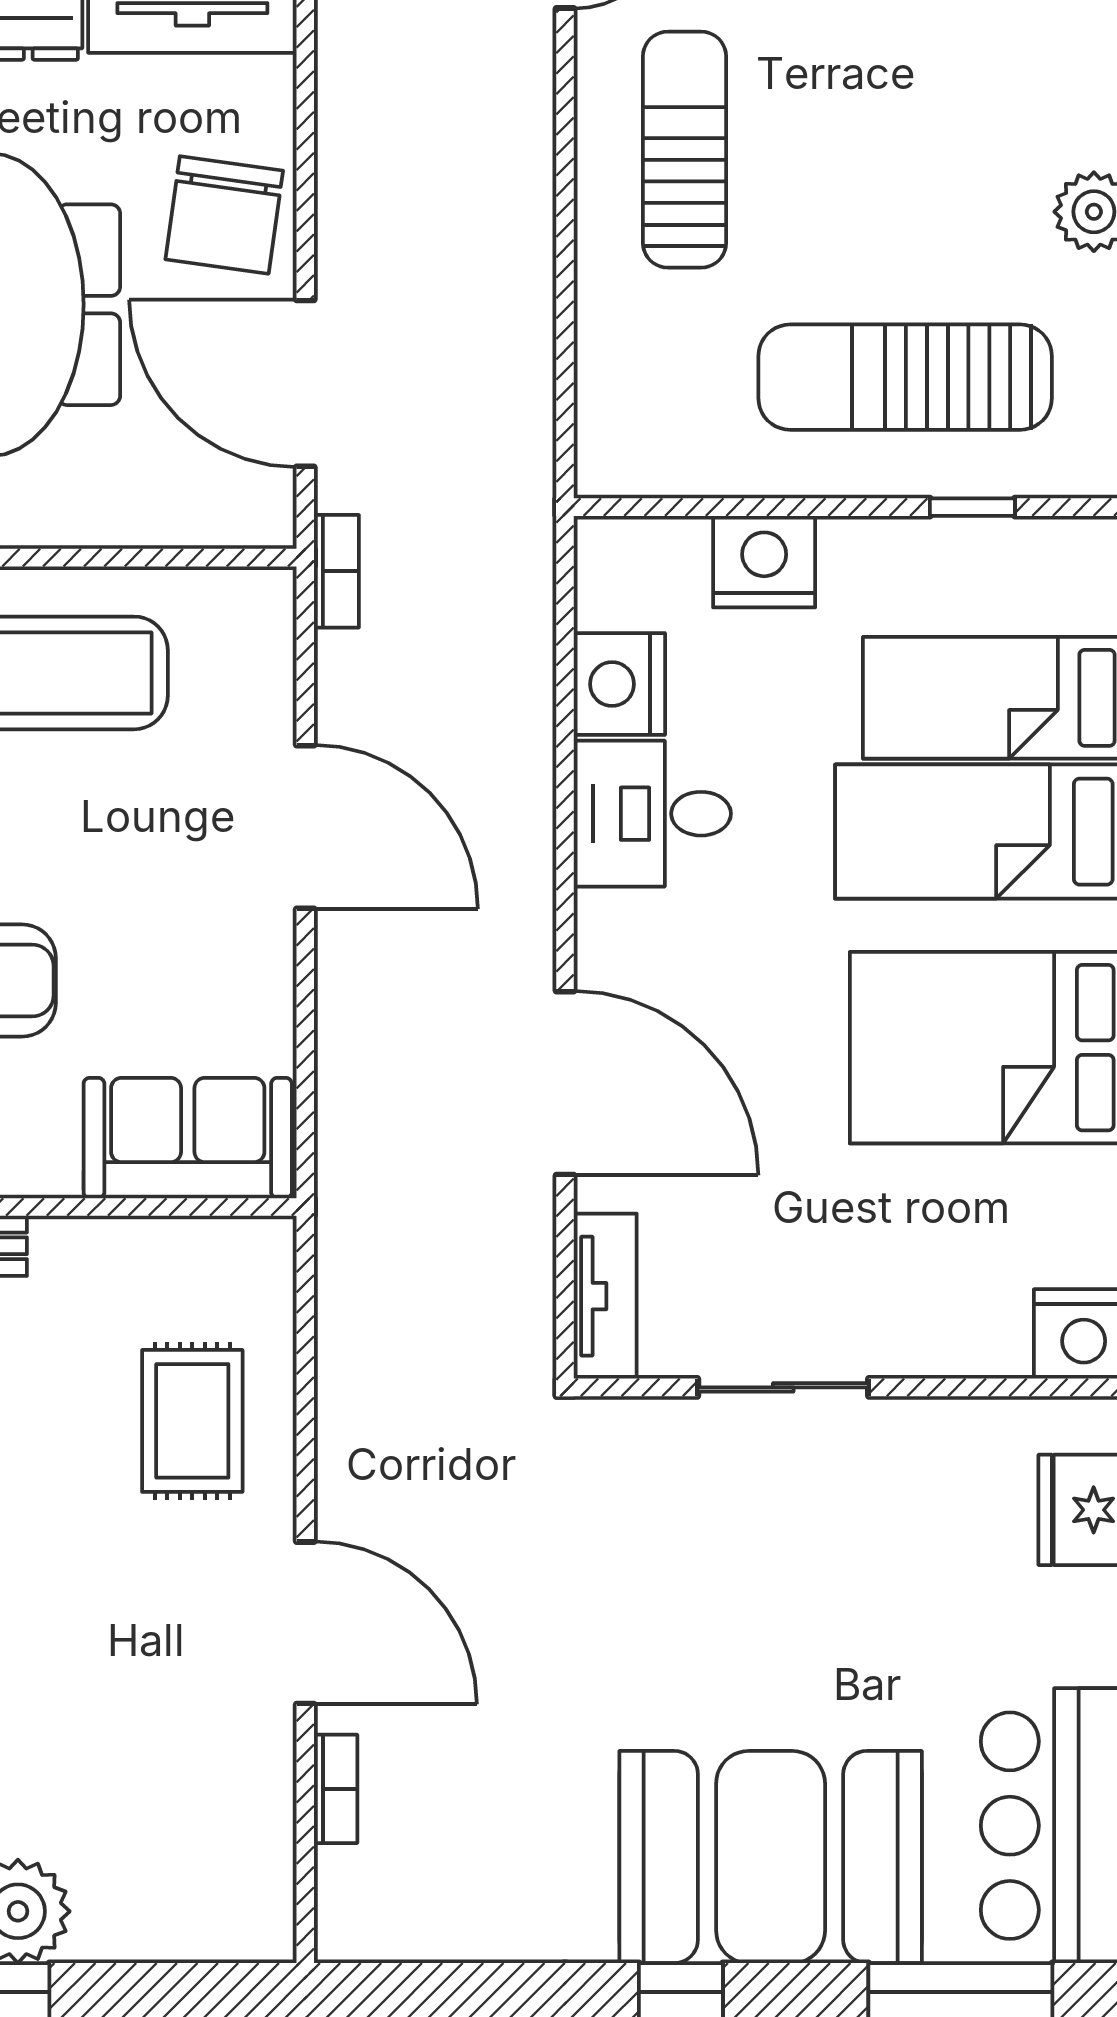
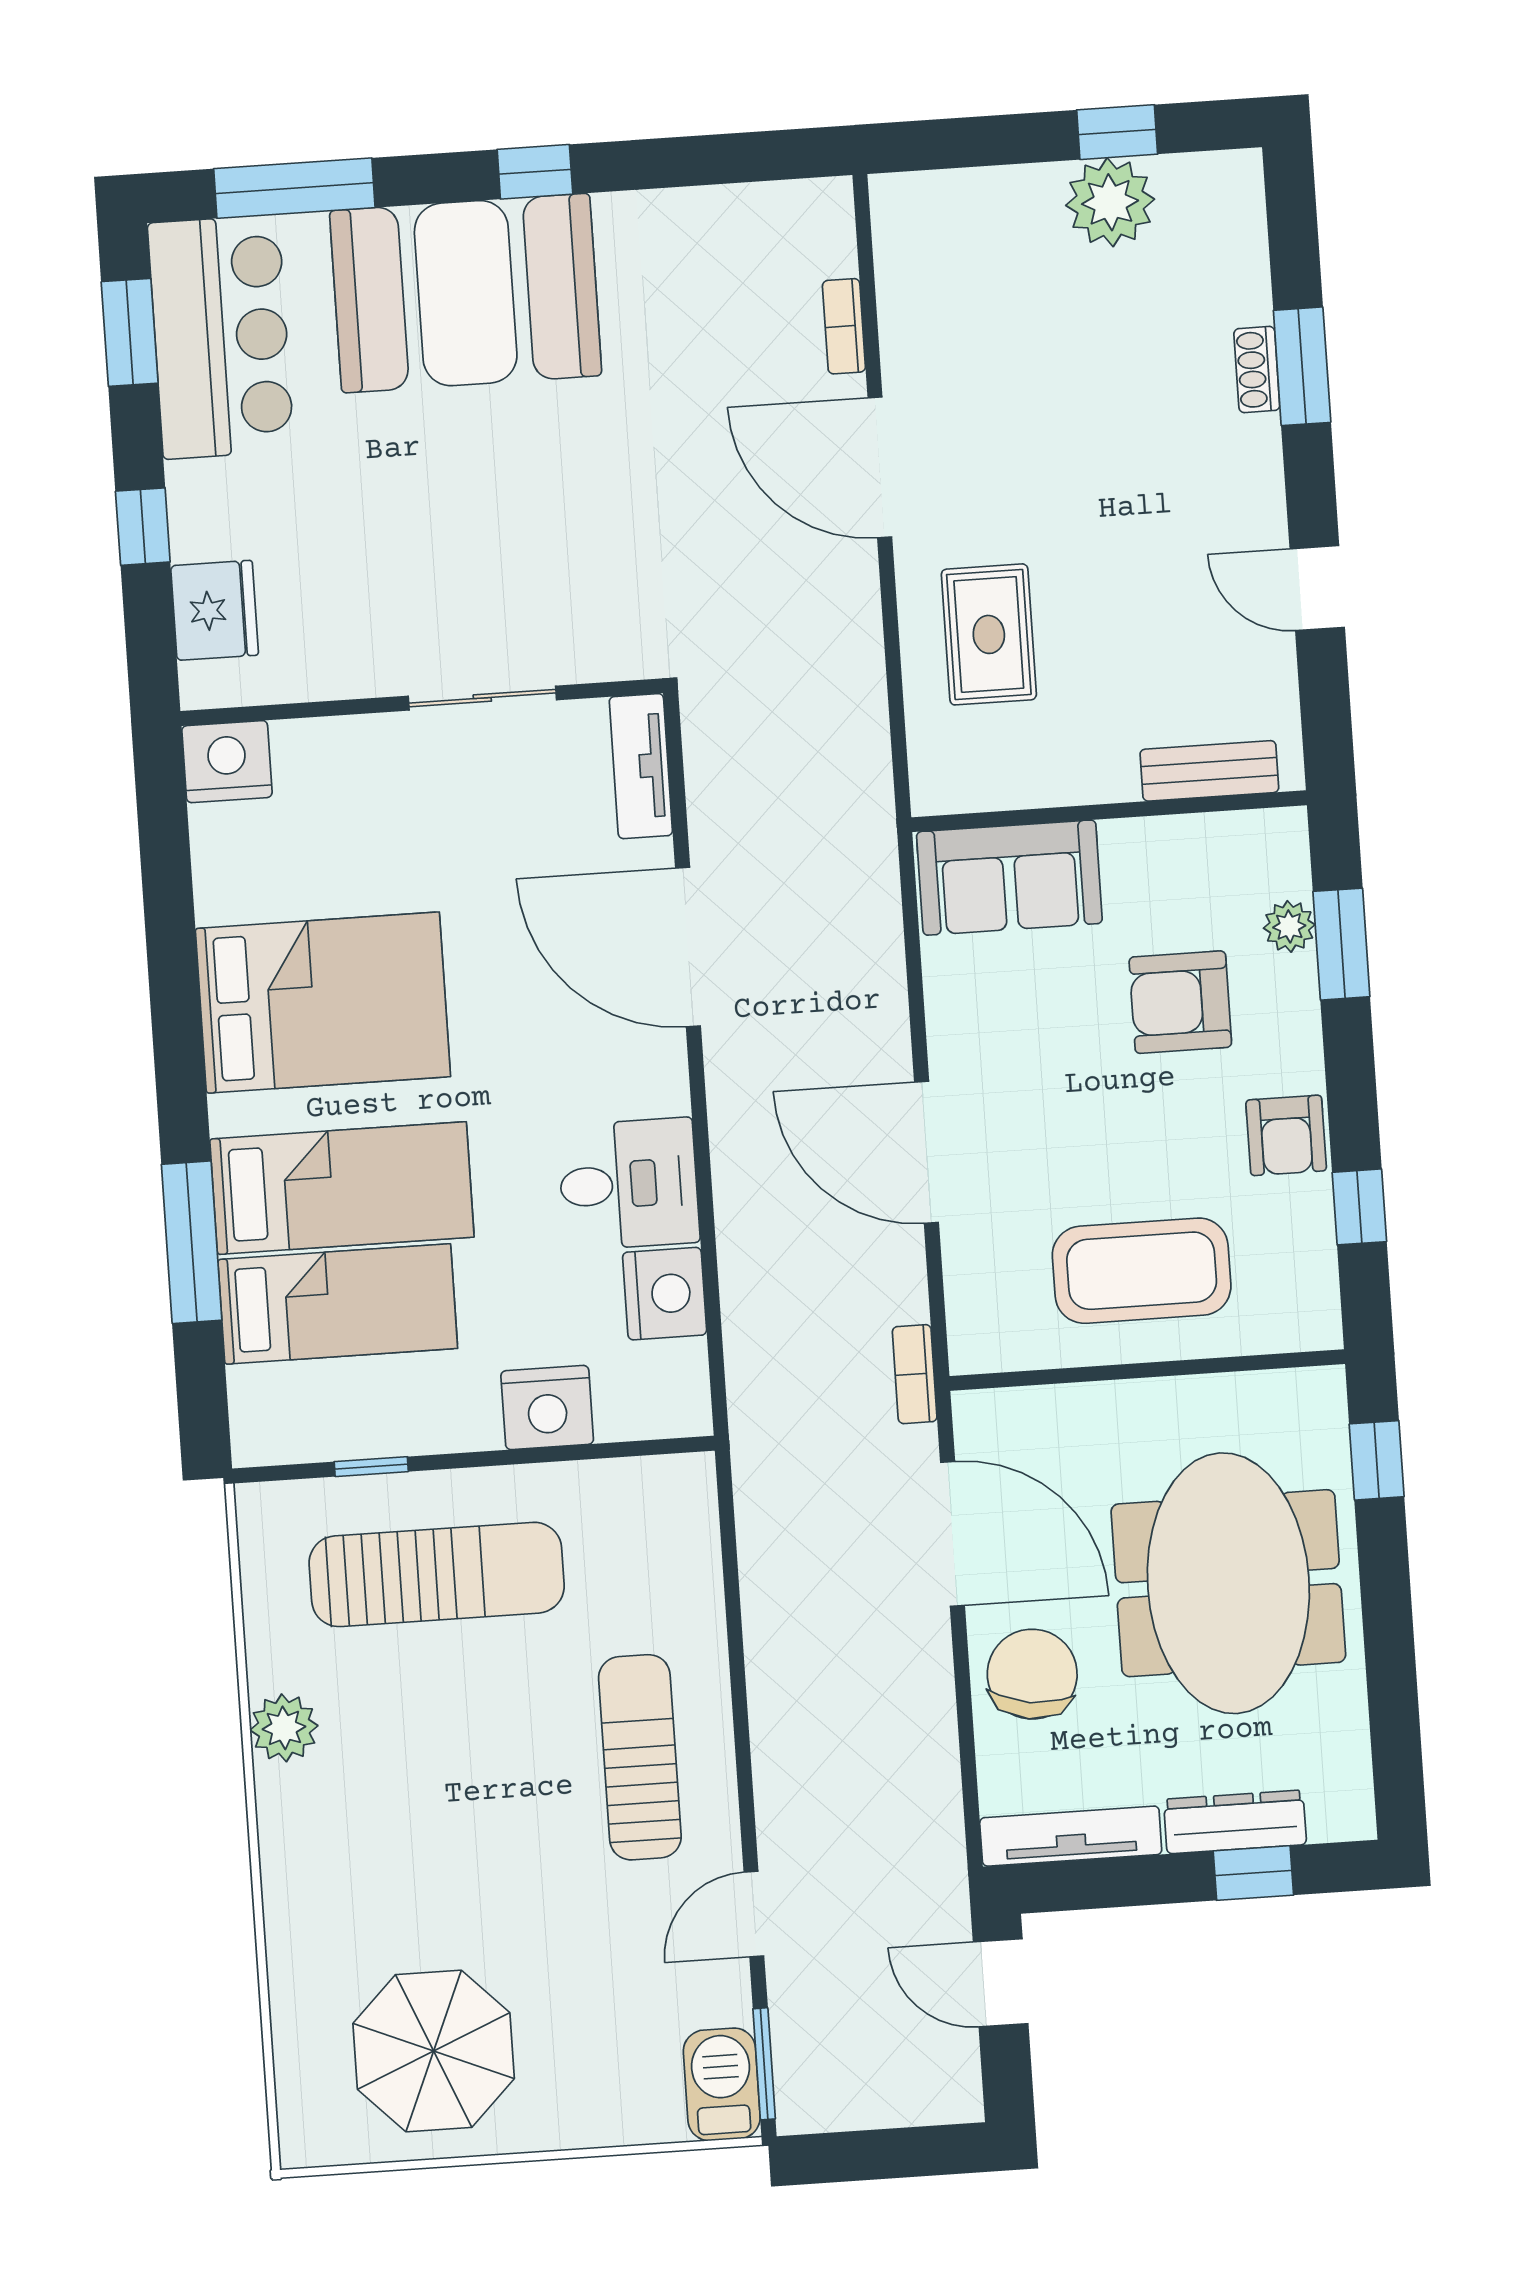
sun lounger: (684, 150) -> (640, 1757), turned 180

